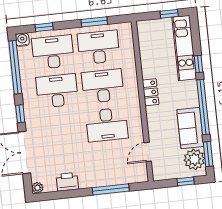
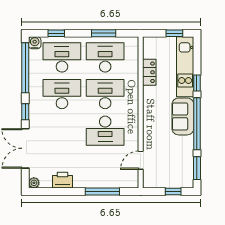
locker: (150, 92) -> (149, 72), moved
sofa: (190, 128) -> (183, 116), moved
plant: (194, 159) -> (184, 172), removed

